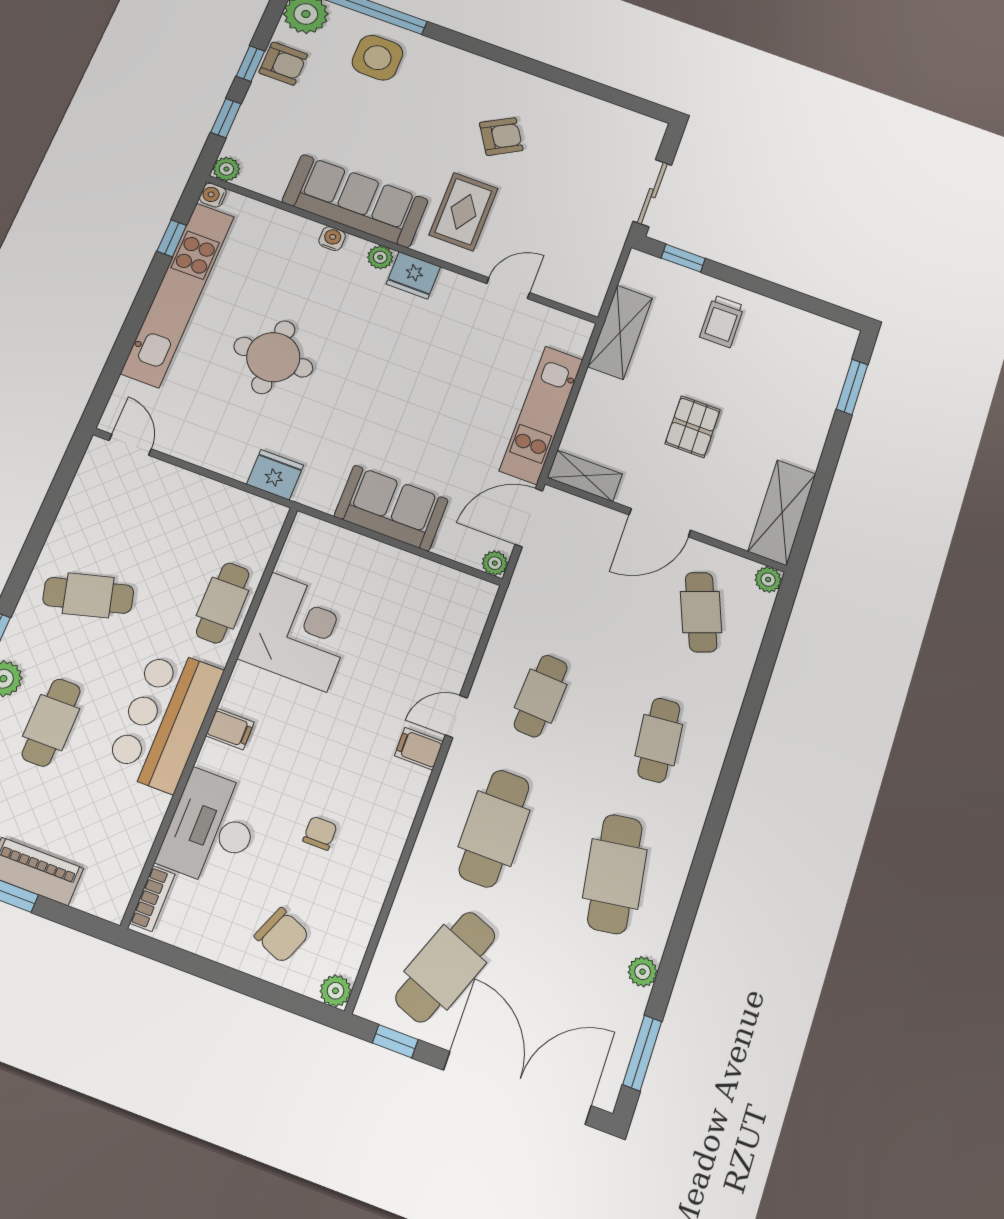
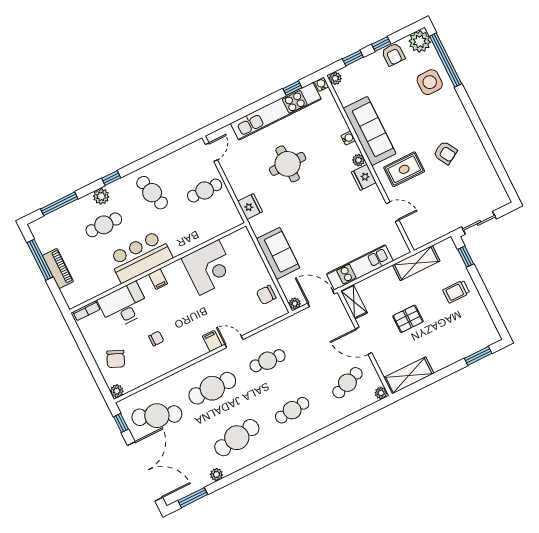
chair: (436, 591) -> (266, 295), added
cafe table: (223, 603) -> (205, 191), moved

